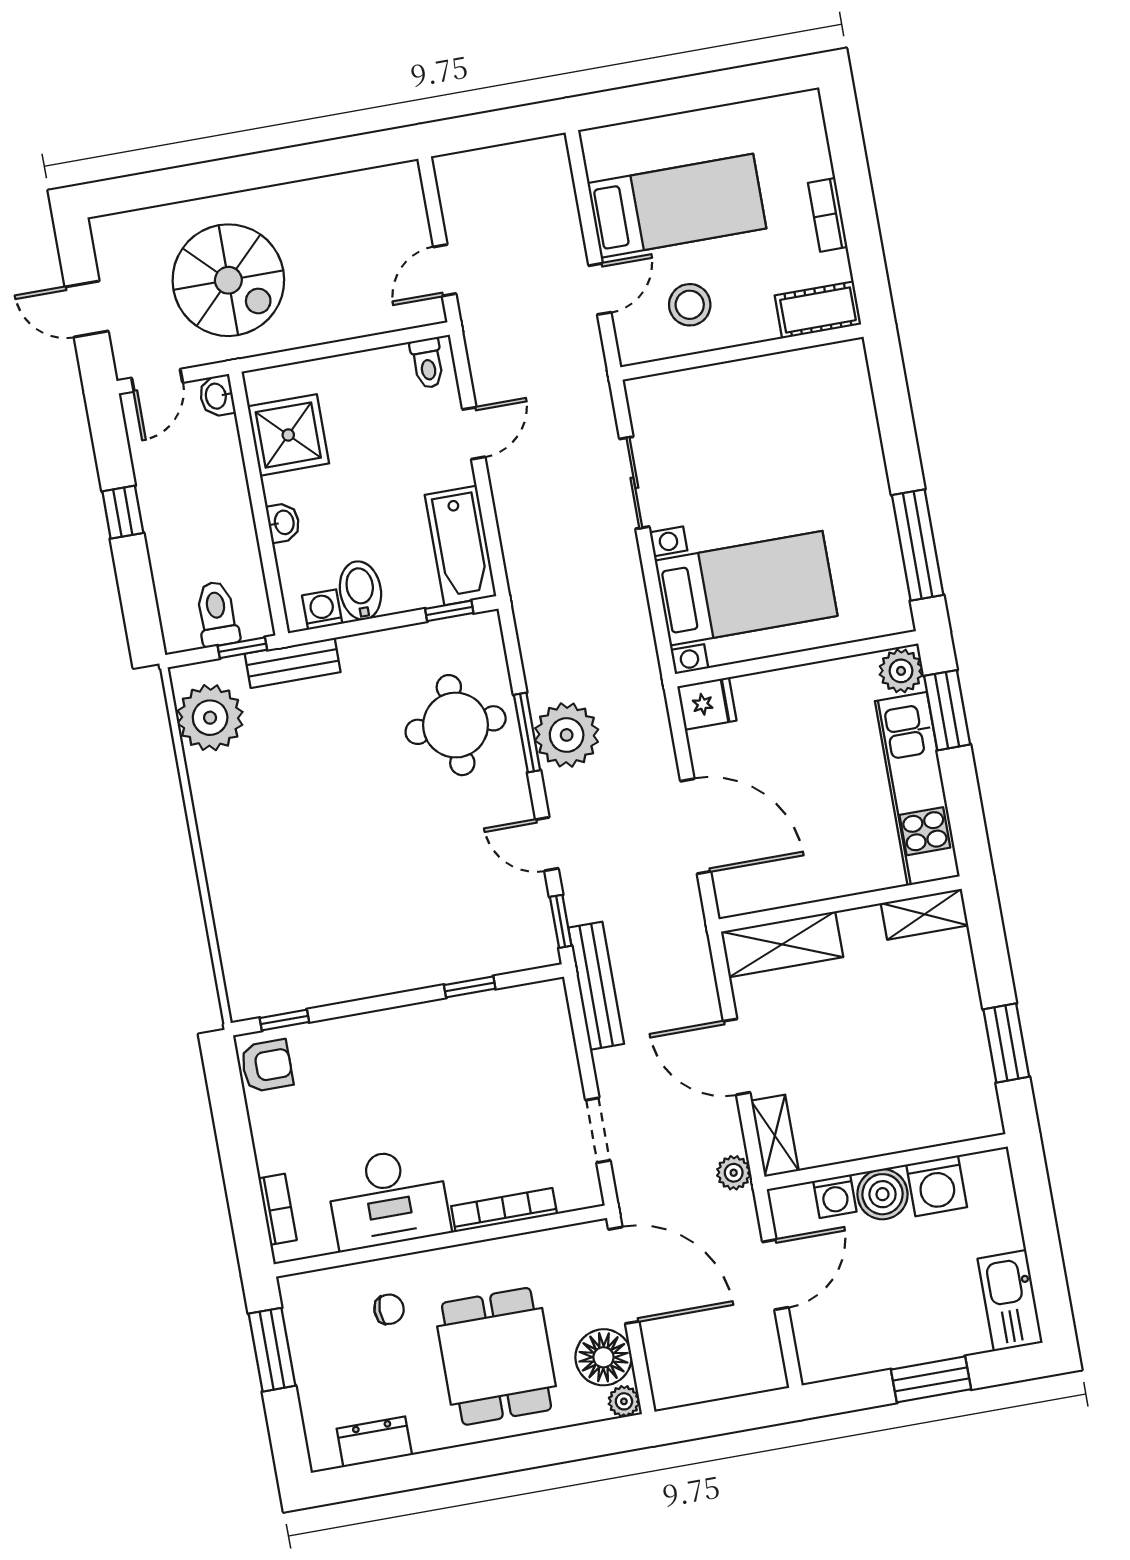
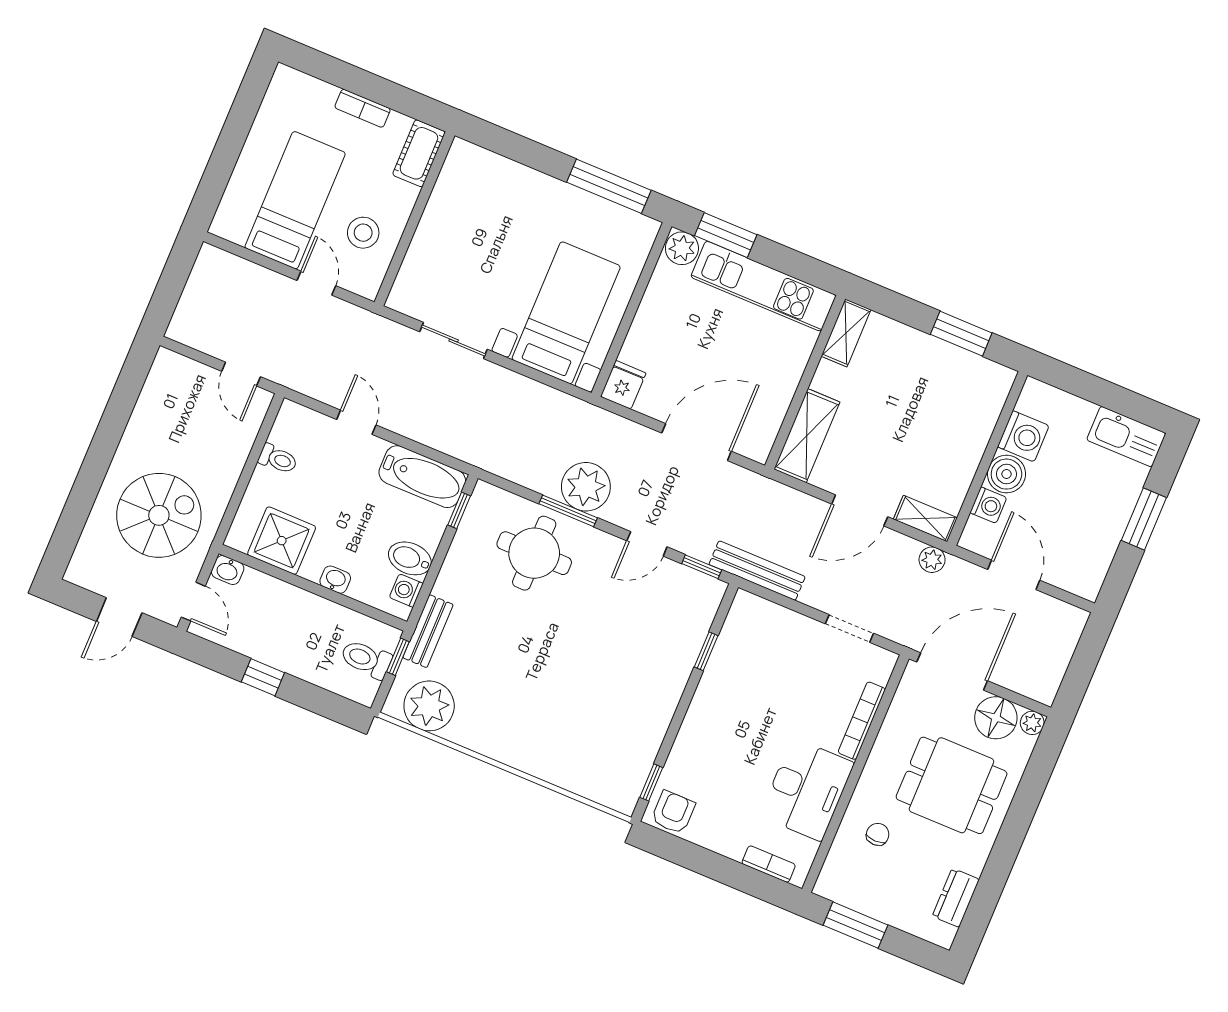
toilet: (427, 363) -> (278, 459), moved

